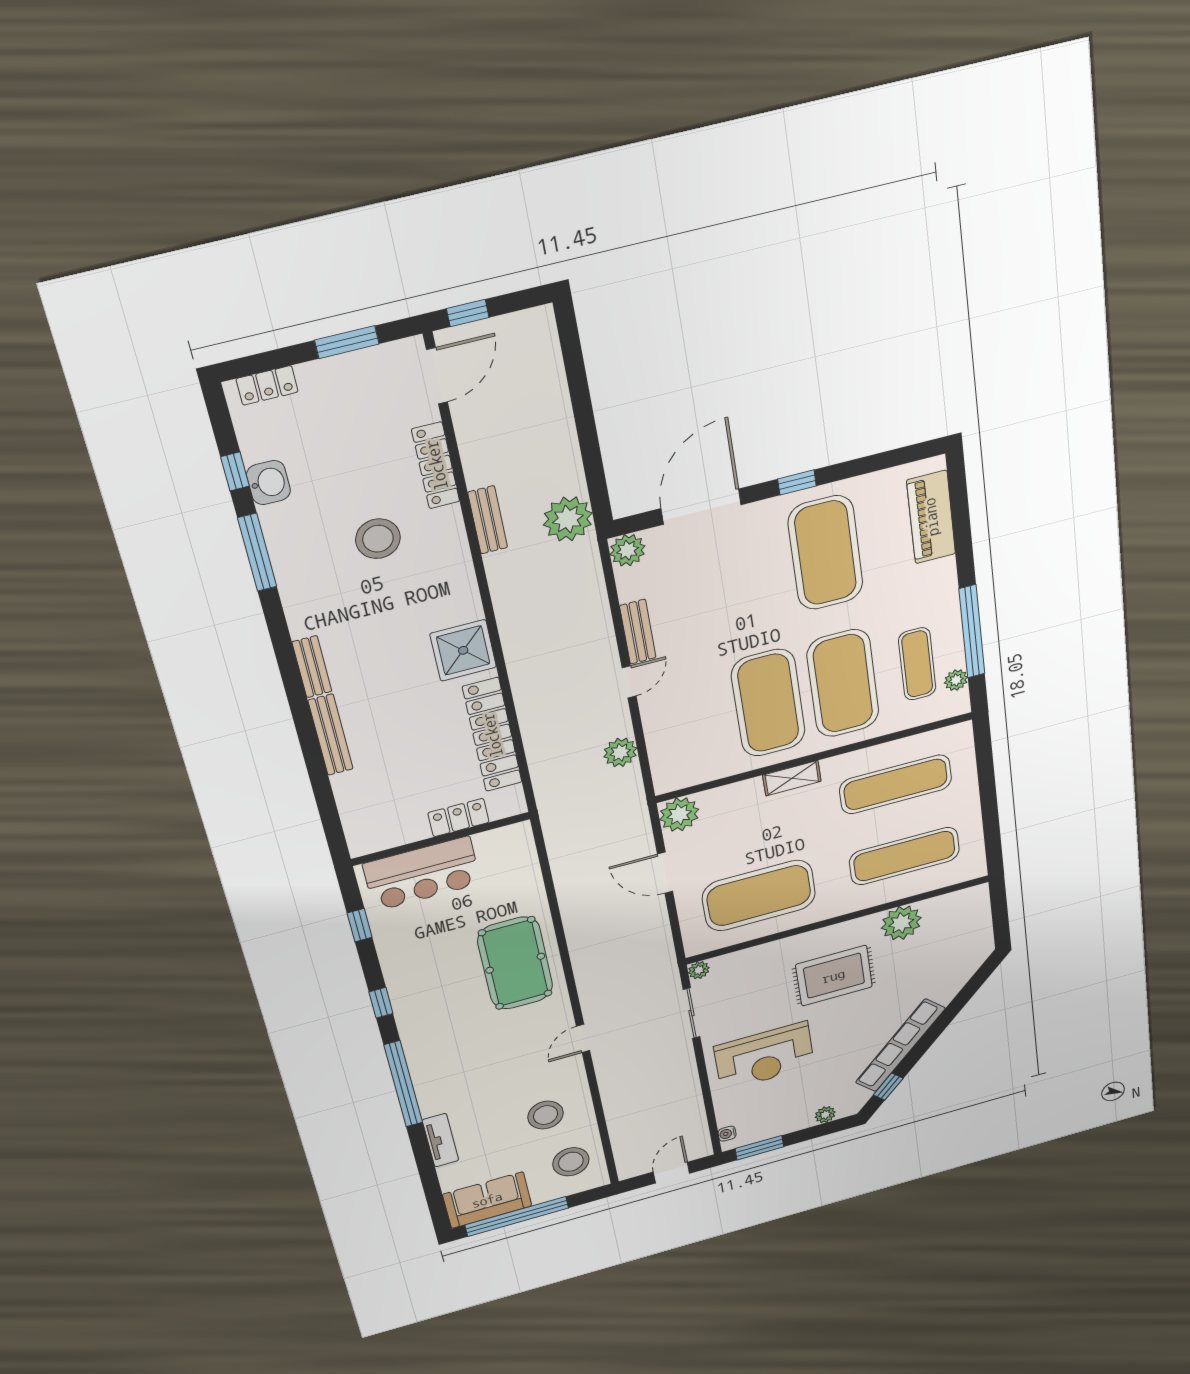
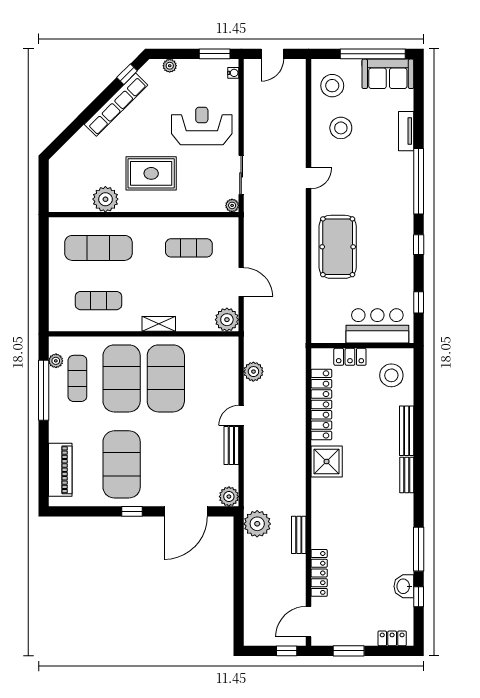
stool: (378, 539) -> (391, 375), moved
exercise mat: (896, 784) -> (98, 301), width x0.73, depth x0.69
exercise mat: (759, 896) -> (189, 248), width x0.50, depth x0.69

